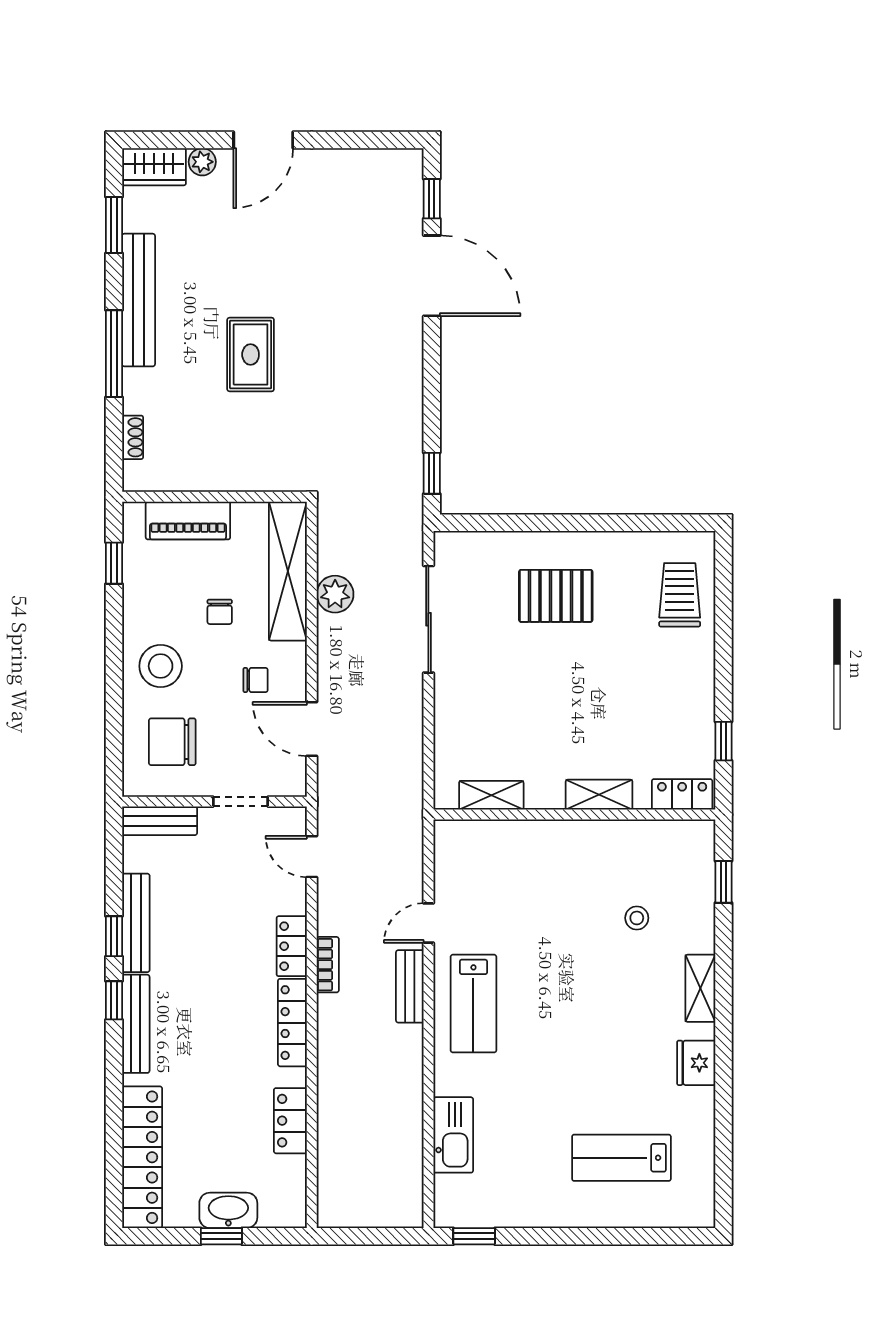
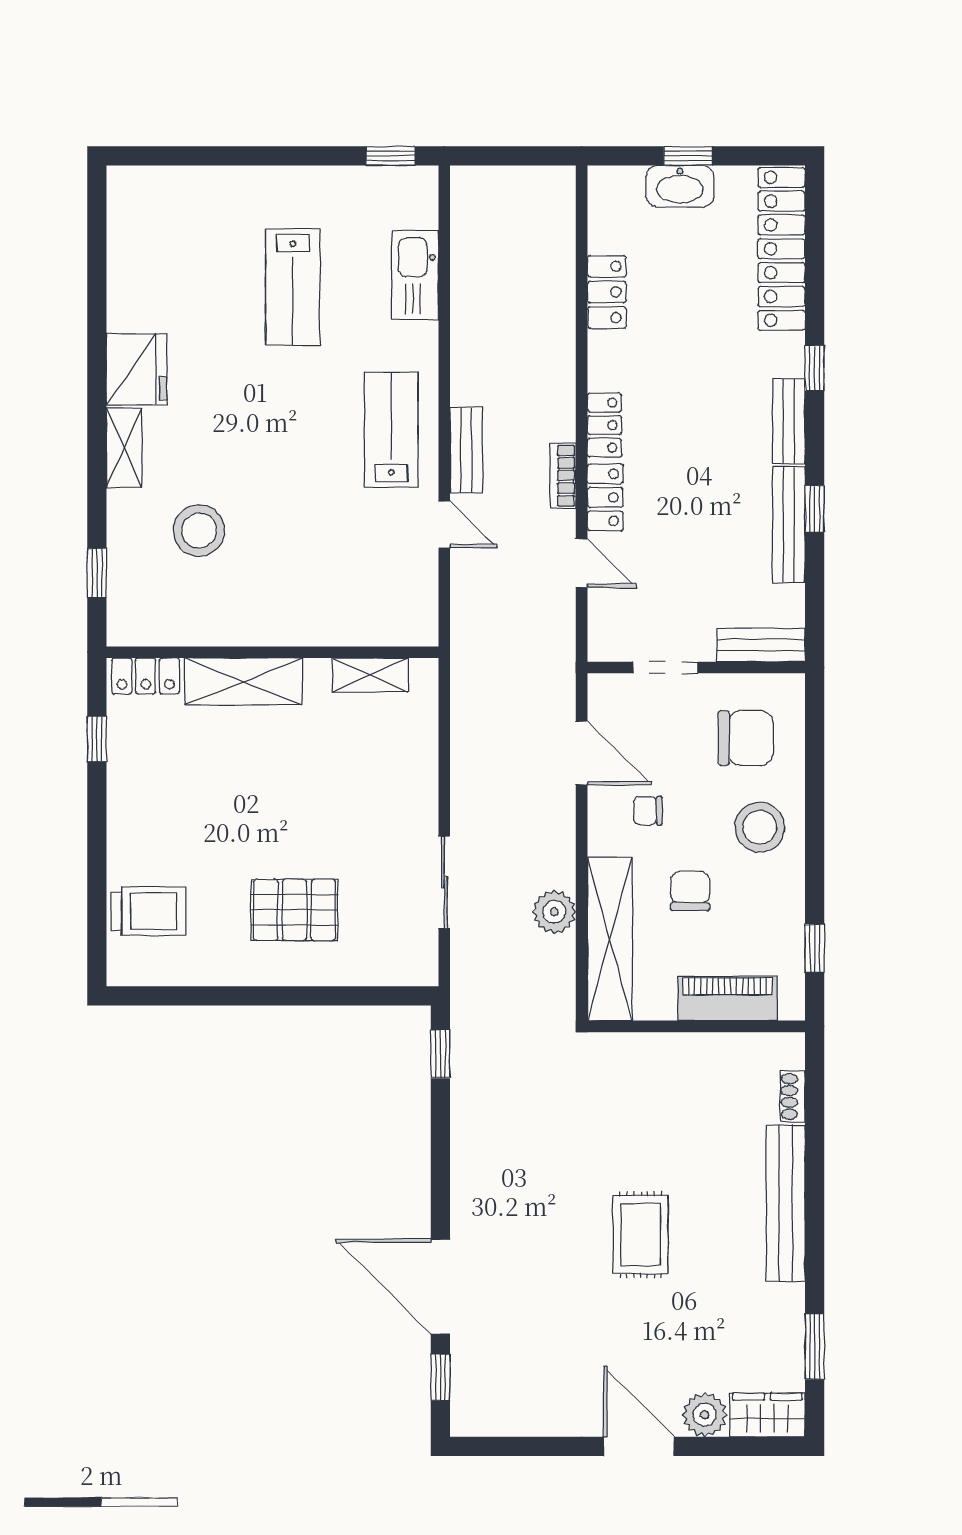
door: (263, 140) -> (639, 1446), hinge flipped
plant: (202, 162) -> (705, 1415), width x1.38, depth x1.38
bench: (139, 300) -> (786, 1203), moved
window: (114, 354) -> (815, 1195), removed
rug: (251, 355) -> (641, 1235), moved
trolley: (680, 595) -> (149, 911), turned -90
chair: (220, 612) -> (690, 891), width x1.37, depth x1.37
sliding door: (428, 619) -> (444, 882), width x0.73
shelving: (599, 795) -> (243, 682), width x1.50, depth x1.33
door: (312, 857) -> (582, 563), moved
stool: (637, 918) -> (199, 531), width x1.89, depth x1.89
door: (428, 923) -> (444, 525), hinge flipped
window: (114, 1000) -> (815, 368), moved
locker: (292, 1023) -> (604, 425), width x0.66
bench: (136, 1024) -> (789, 421), width x0.73
fridge: (696, 1063) -> (137, 369), width x1.36, depth x1.34
lab bench: (621, 1158) -> (293, 287), moved, turned 90

